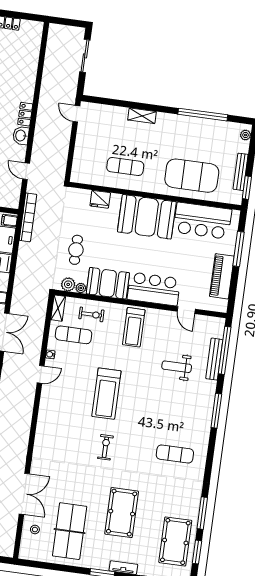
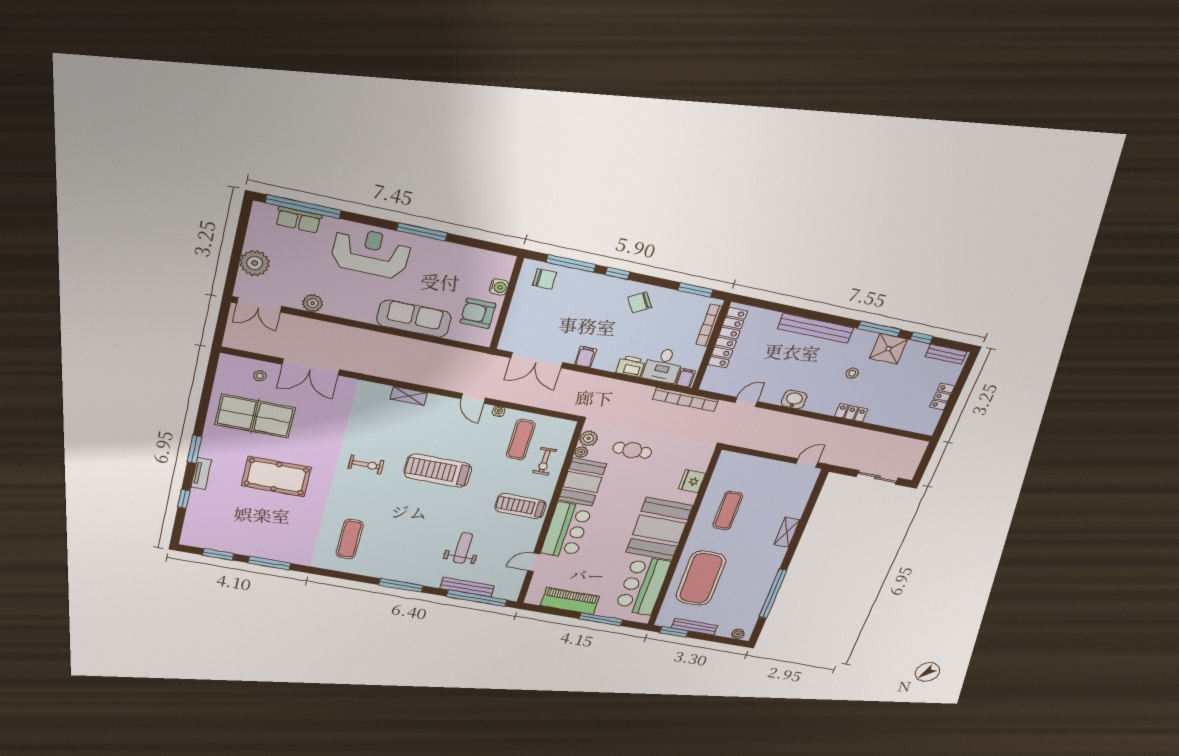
locker: (25, 114) -> (851, 413), moved
shelving: (58, 308) -> (409, 396), moved
pool table: (175, 541) -> (234, 532), removed

